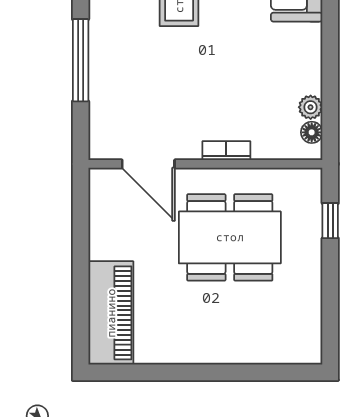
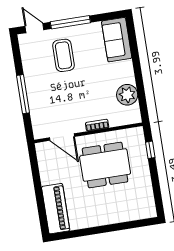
plant: (311, 107) -> (127, 95), width x1.87, depth x1.87
floor lamp: (312, 132) -> (135, 110), removed

